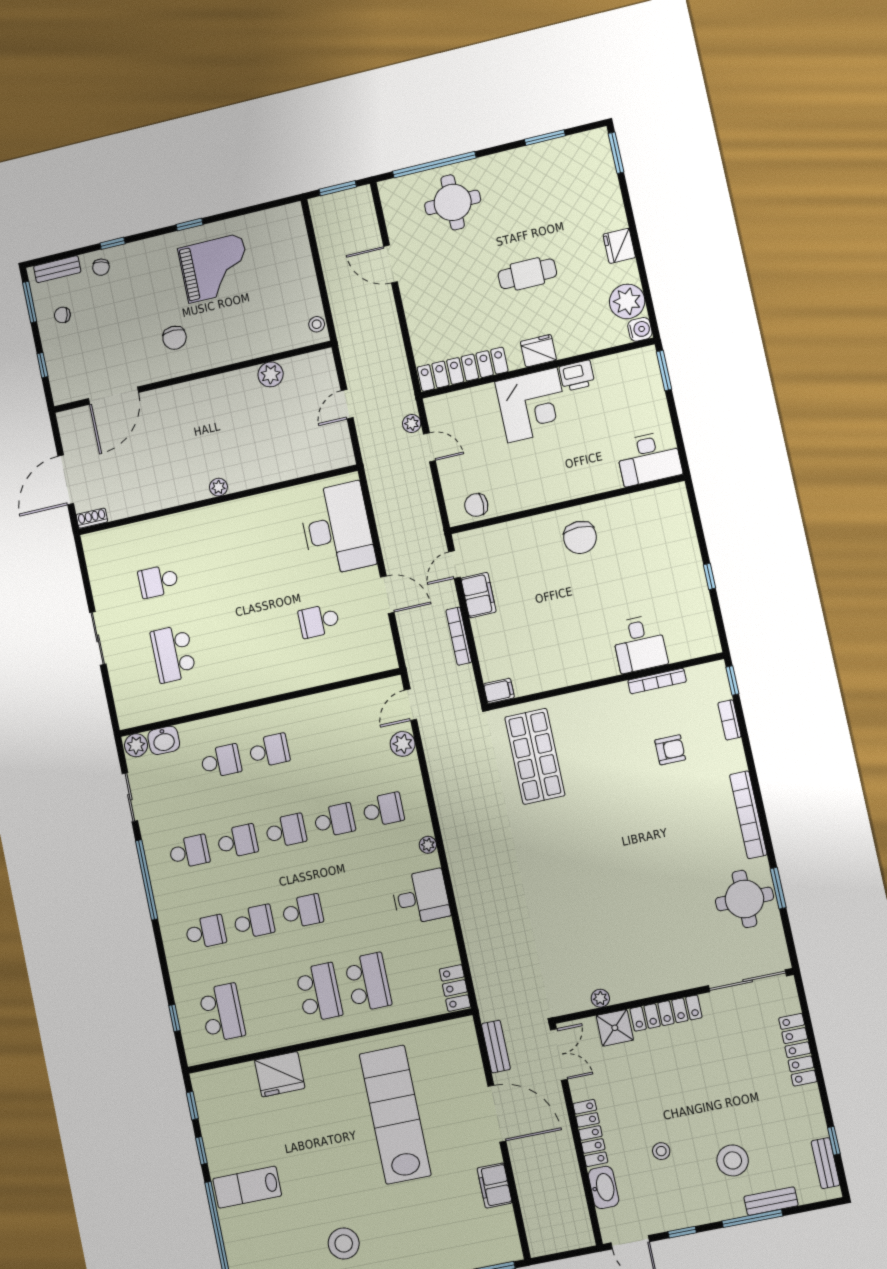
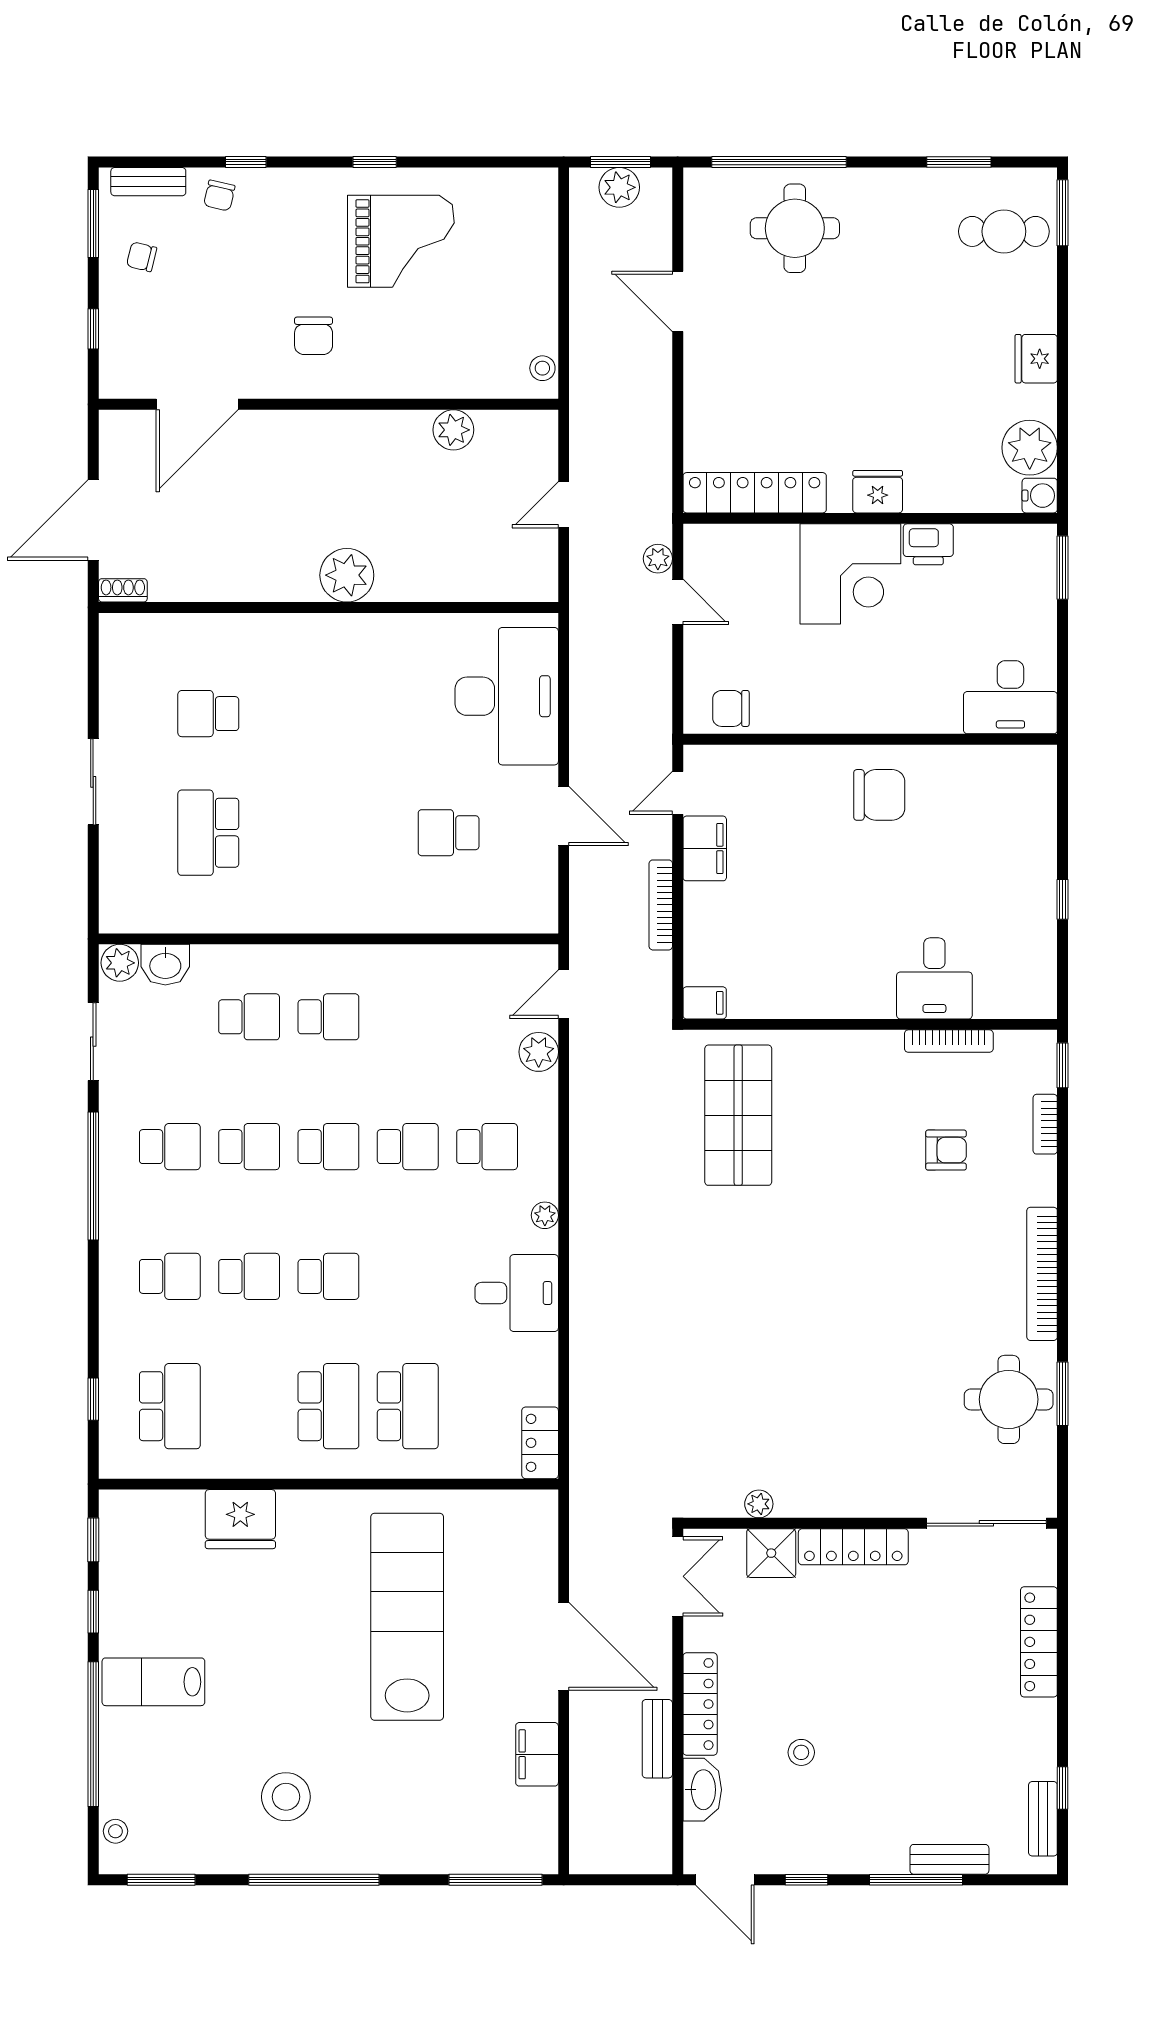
plant: (340, 204) -> (619, 187), added
cafe table: (527, 274) -> (1004, 231), moved
plant: (218, 487) -> (347, 575), width x1.87, depth x1.87
chair: (580, 537) -> (879, 795), turned -90
bench: (496, 1047) -> (657, 1739), moved
stool: (733, 1160) -> (905, 1788), removed

